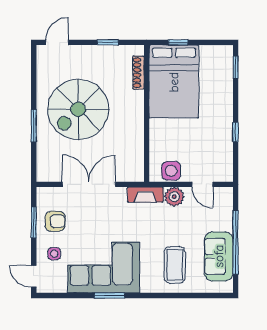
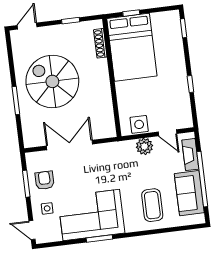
spiral stairs: (78, 109) -> (52, 81), turned 90
fireplace: (145, 195) -> (190, 155), moved, turned 90
armchair: (55, 221) -> (45, 180), turned -90

